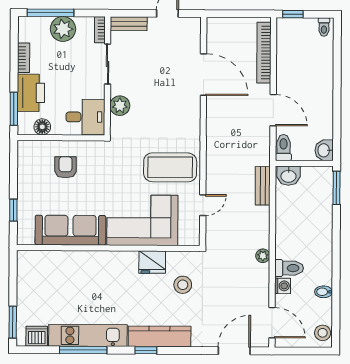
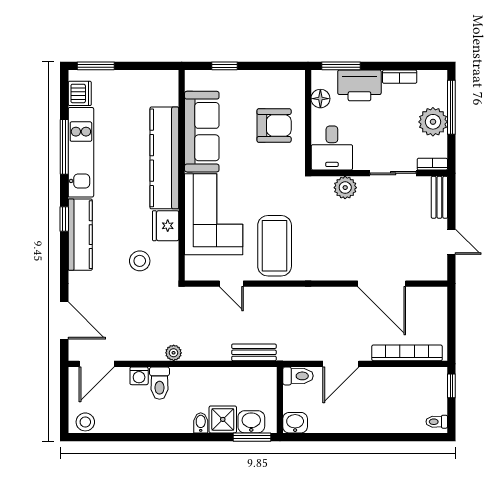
door: (203, 74) -> (382, 284), hinge flipped
armchair: (65, 167) -> (274, 126), width x1.38, depth x1.38
washbasin: (289, 176) -> (251, 422), moved, turned 90
shower: (321, 213) -> (223, 419), added
kitchen counter: (93, 263) -> (164, 158), added
bidet: (324, 292) -> (201, 423), moved

